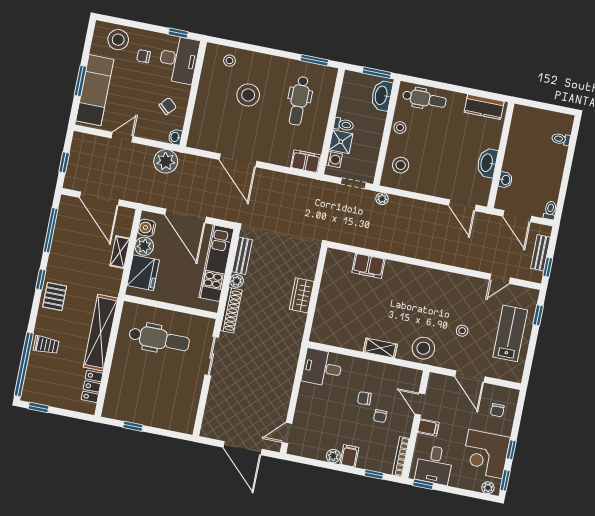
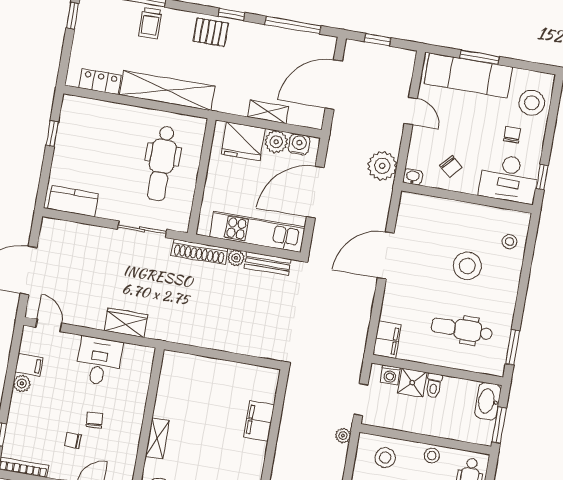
washbasin: (382, 95) -> (488, 401), moved, turned -90
wardrobe: (302, 295) -> (126, 323), moved
desk: (322, 368) -> (99, 361), moved
kitchen counter: (188, 411) -> (73, 201), added
filing cabinet: (349, 456) -> (29, 365), moved

